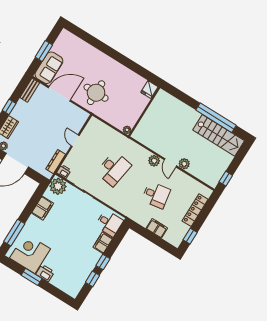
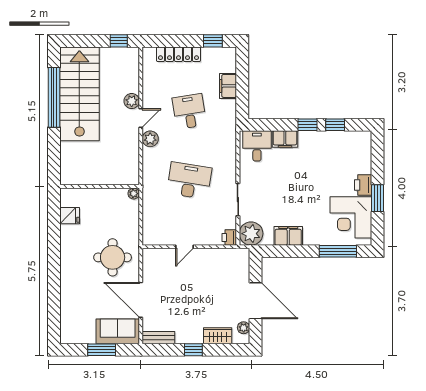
fridge: (149, 89) -> (70, 216), moved
stairs: (219, 135) -> (79, 94), width x1.36, depth x1.51
dresser: (56, 162) -> (224, 255), removed

